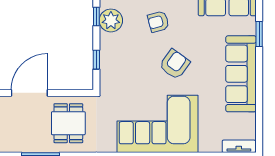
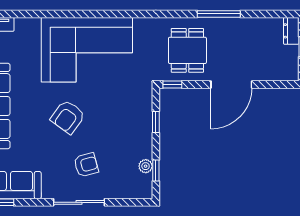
plant: (111, 20) -> (146, 166), width x0.53, depth x0.53
window: (82, 93) -> (172, 85), added

